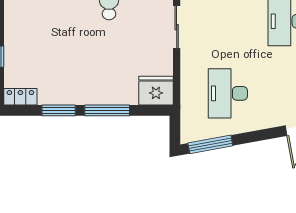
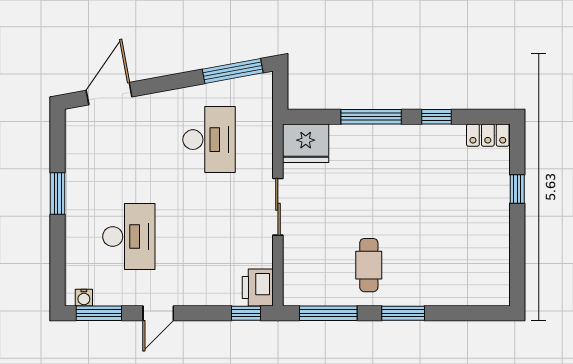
sliding door: (177, 27) -> (278, 207), moved
window: (59, 110) -> (436, 117), width x0.67

